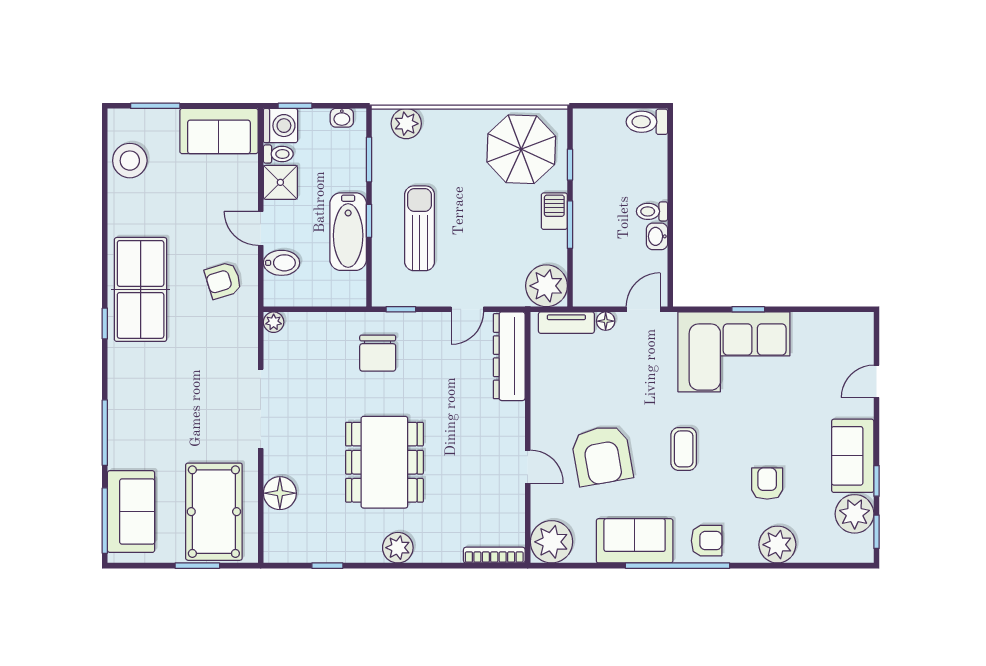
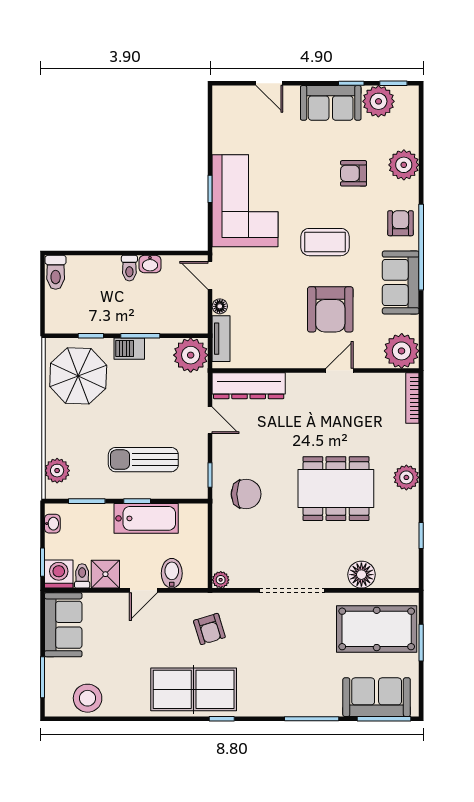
armchair: (223, 280) -> (209, 629), moved
coffee table: (684, 449) -> (325, 242), width x1.36, depth x1.30
armchair: (602, 455) -> (330, 309), turned 100

